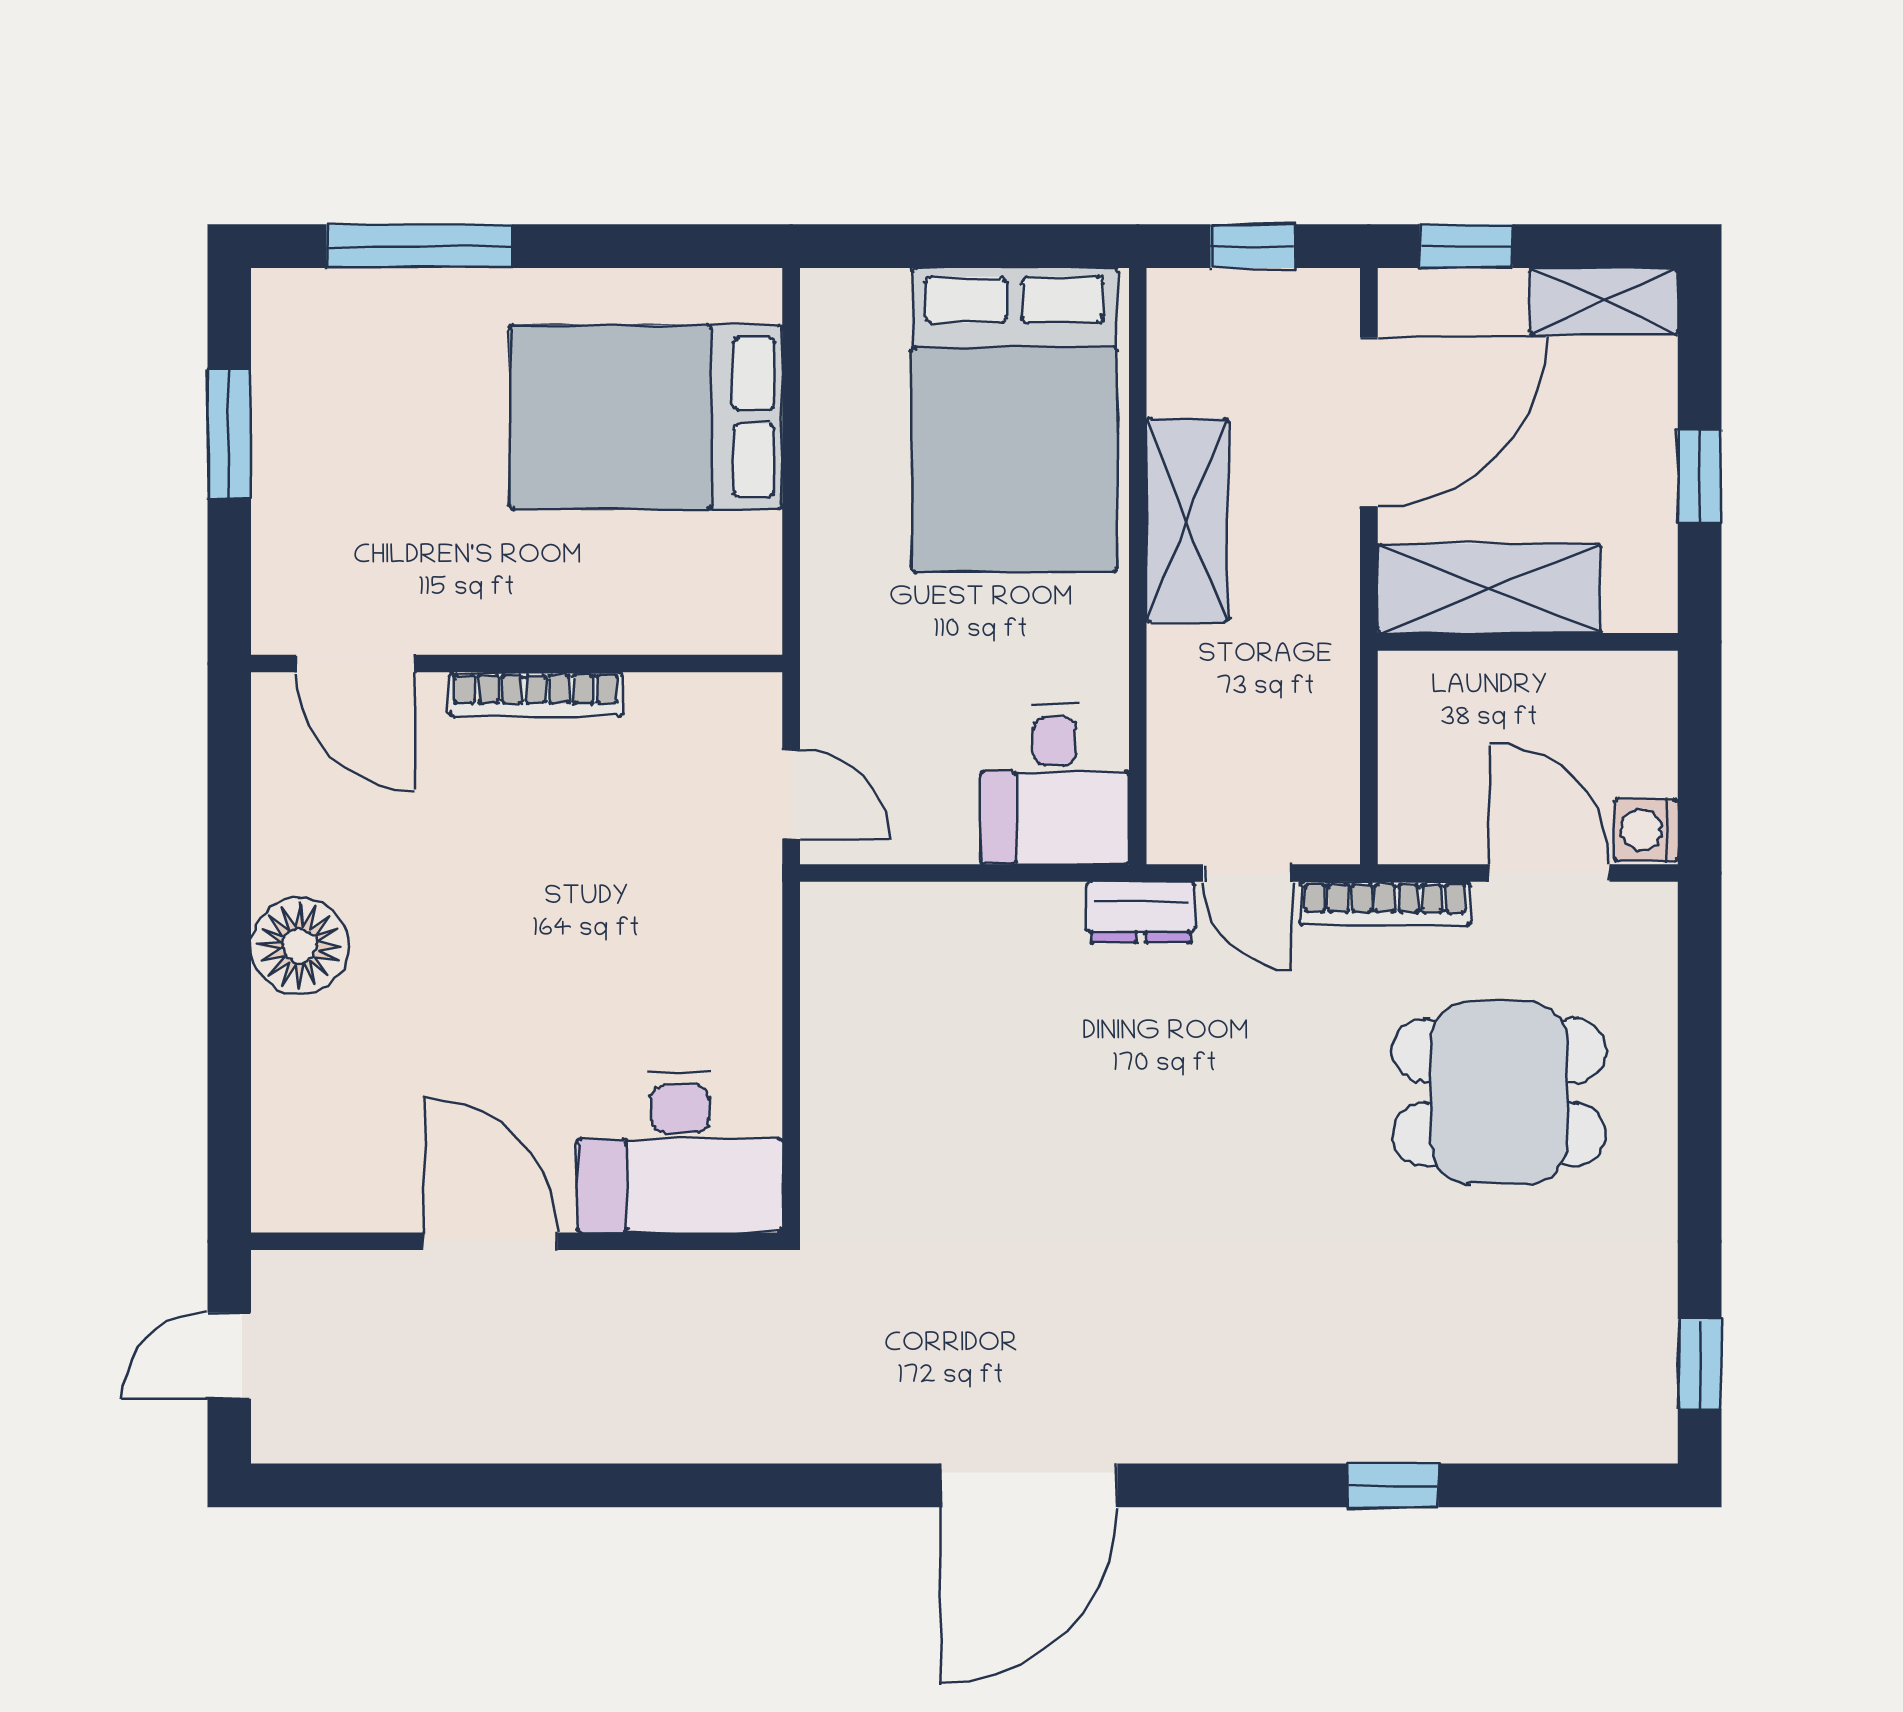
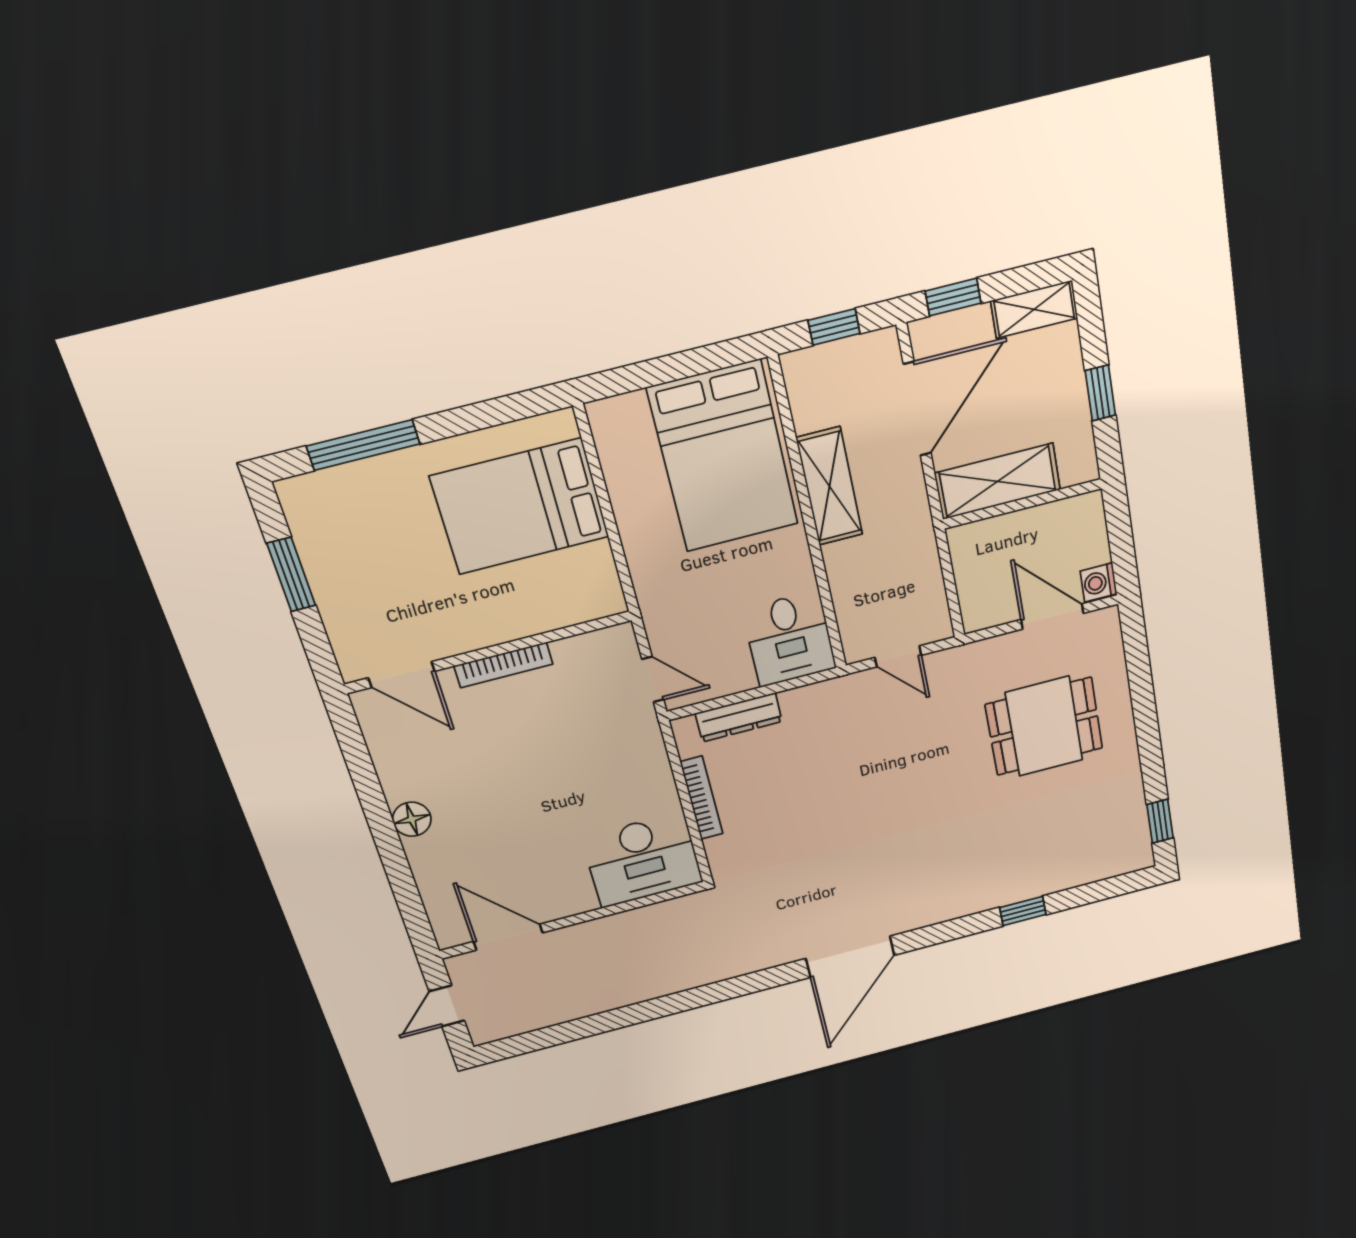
bookcase: (1385, 904) -> (702, 798), moved, turned -90
dresser: (1141, 912) -> (739, 717), moved, width x1.44
floor lamp: (299, 946) -> (412, 819), width x0.73, depth x0.73
door: (490, 1241) -> (508, 937), moved

